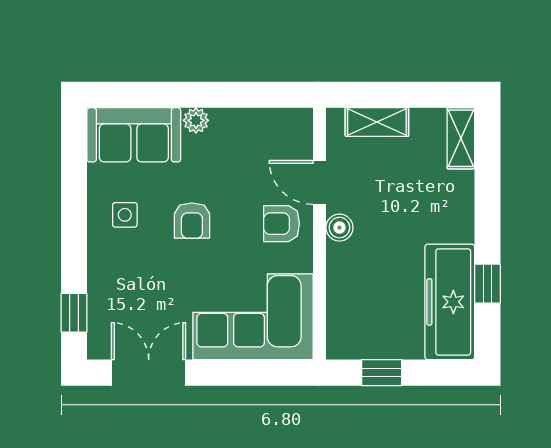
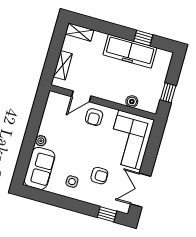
armchair: (192, 221) -> (99, 176), moved
boiler: (339, 228) -> (132, 102), moved
freezer: (450, 302) -> (130, 51), moved

